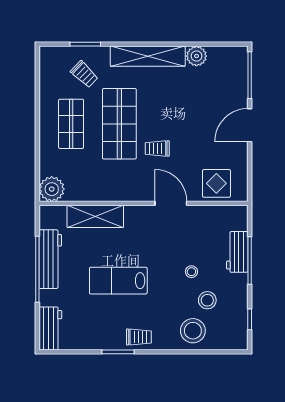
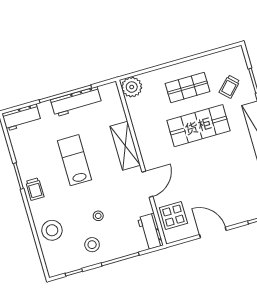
door: (250, 125) -> (213, 233), moved
trolley: (157, 148) -> (188, 161), removed
shelving: (95, 216) -> (125, 146), moved
workbench: (237, 252) -> (150, 231), moved, turned -90
stool: (207, 300) -> (92, 245), moved

